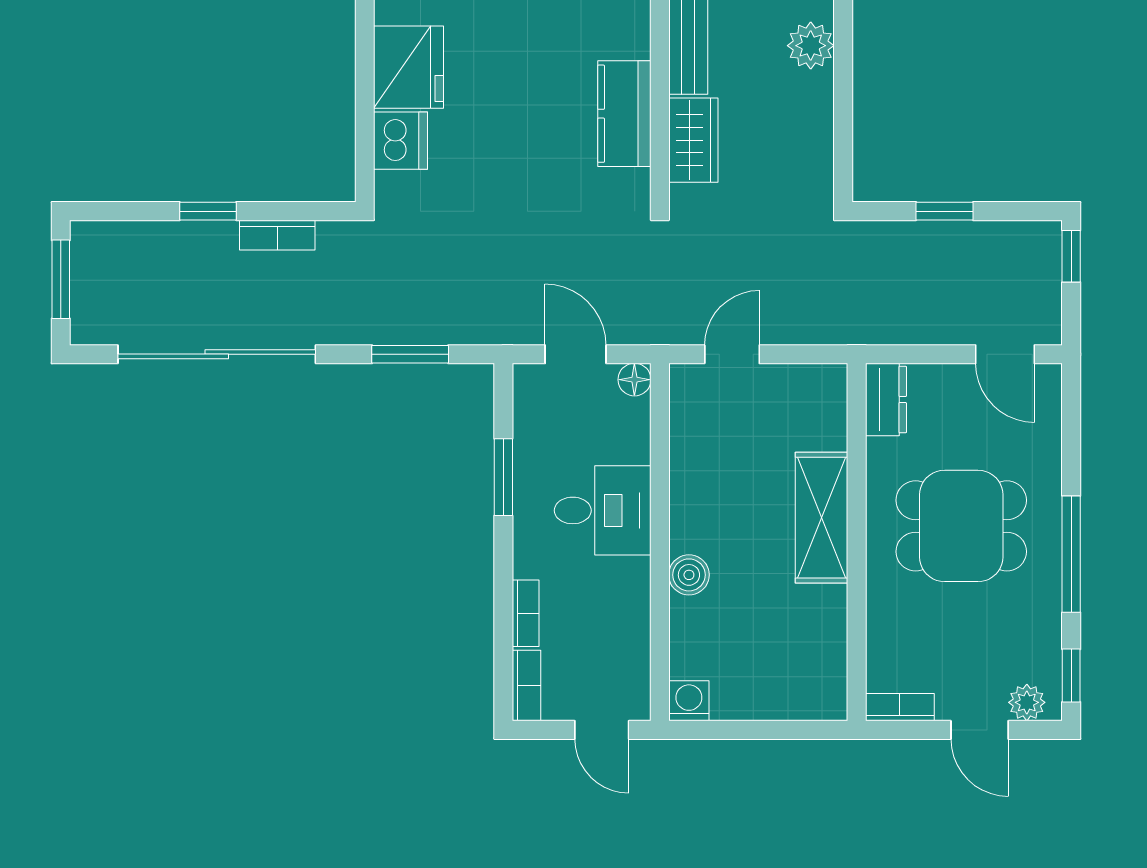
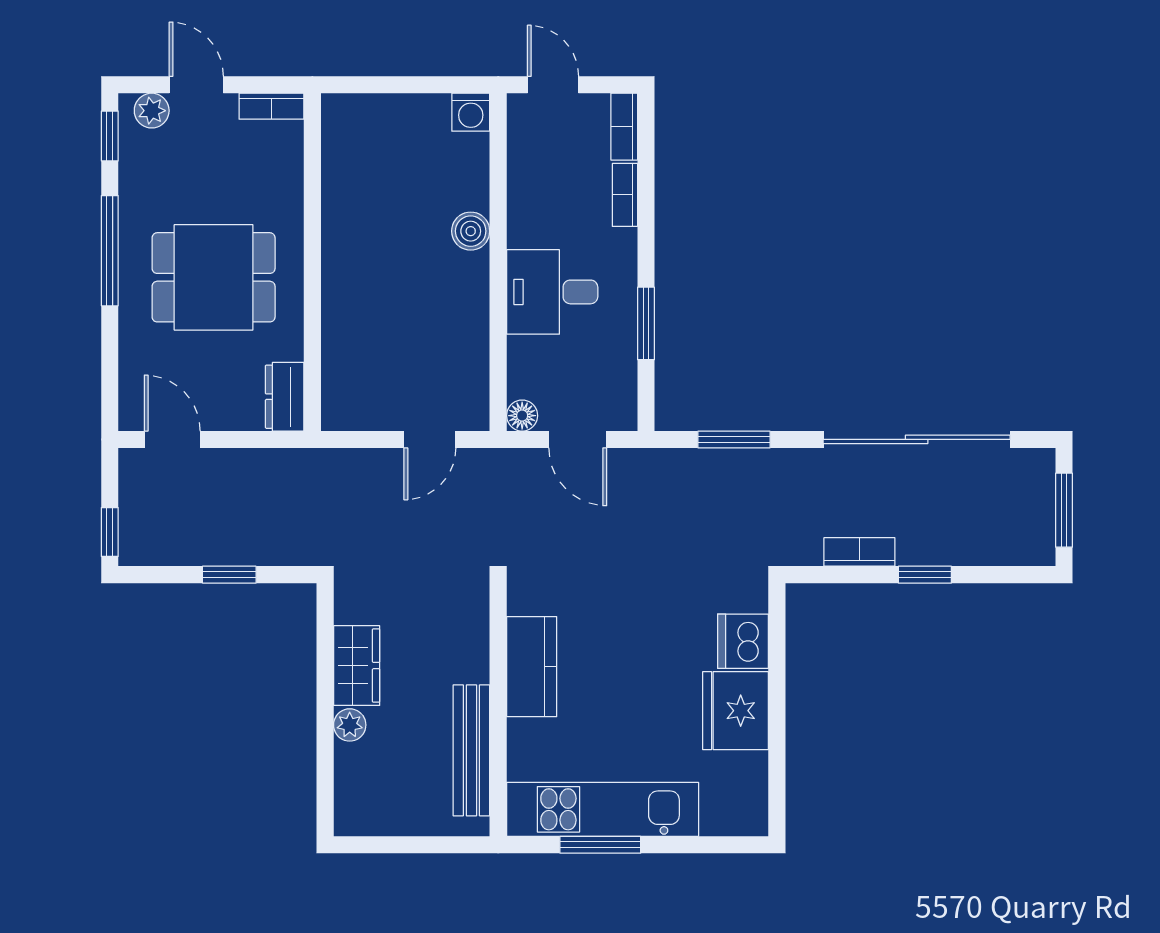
plant: (811, 46) -> (350, 725), width x0.73, depth x0.73
wardrobe: (693, 140) -> (357, 666), moved, turned 180
shelving: (821, 518) -> (346, 285), removed

